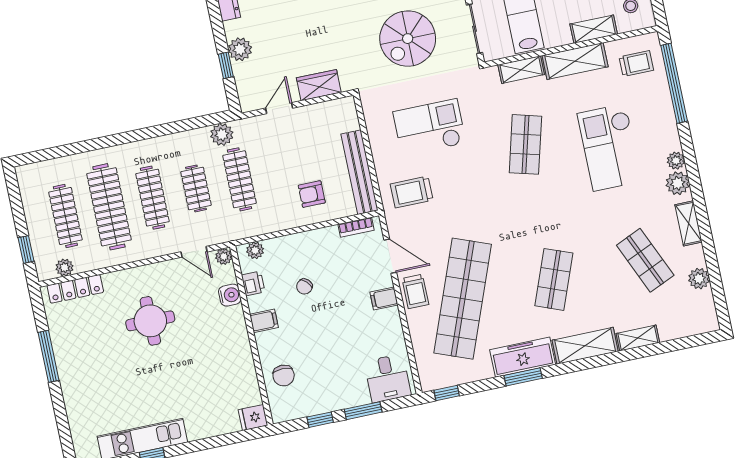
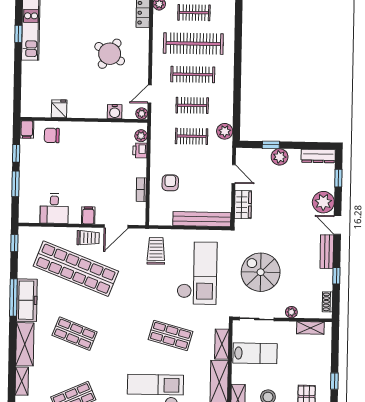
checkout: (429, 127) -> (197, 273), width x1.36, depth x1.21
bench: (360, 172) -> (202, 219), moved
clothes rail: (239, 179) -> (192, 136), width x0.73
clothes rail: (65, 216) -> (194, 13), width x0.73
bookcase: (356, 227) -> (141, 190), moved
printer: (253, 283) -> (140, 150), moved, turned 90
chair: (304, 286) -> (109, 163), removed
trolley: (415, 291) -> (88, 238), turned 180
round table: (150, 321) -> (110, 54), turned 33
filing cabinet: (264, 321) -> (27, 129), moved
window: (523, 377) -> (13, 297), width x1.44
desk: (388, 378) -> (54, 209), moved, turned -90
fridge: (253, 417) -> (59, 109), moved

